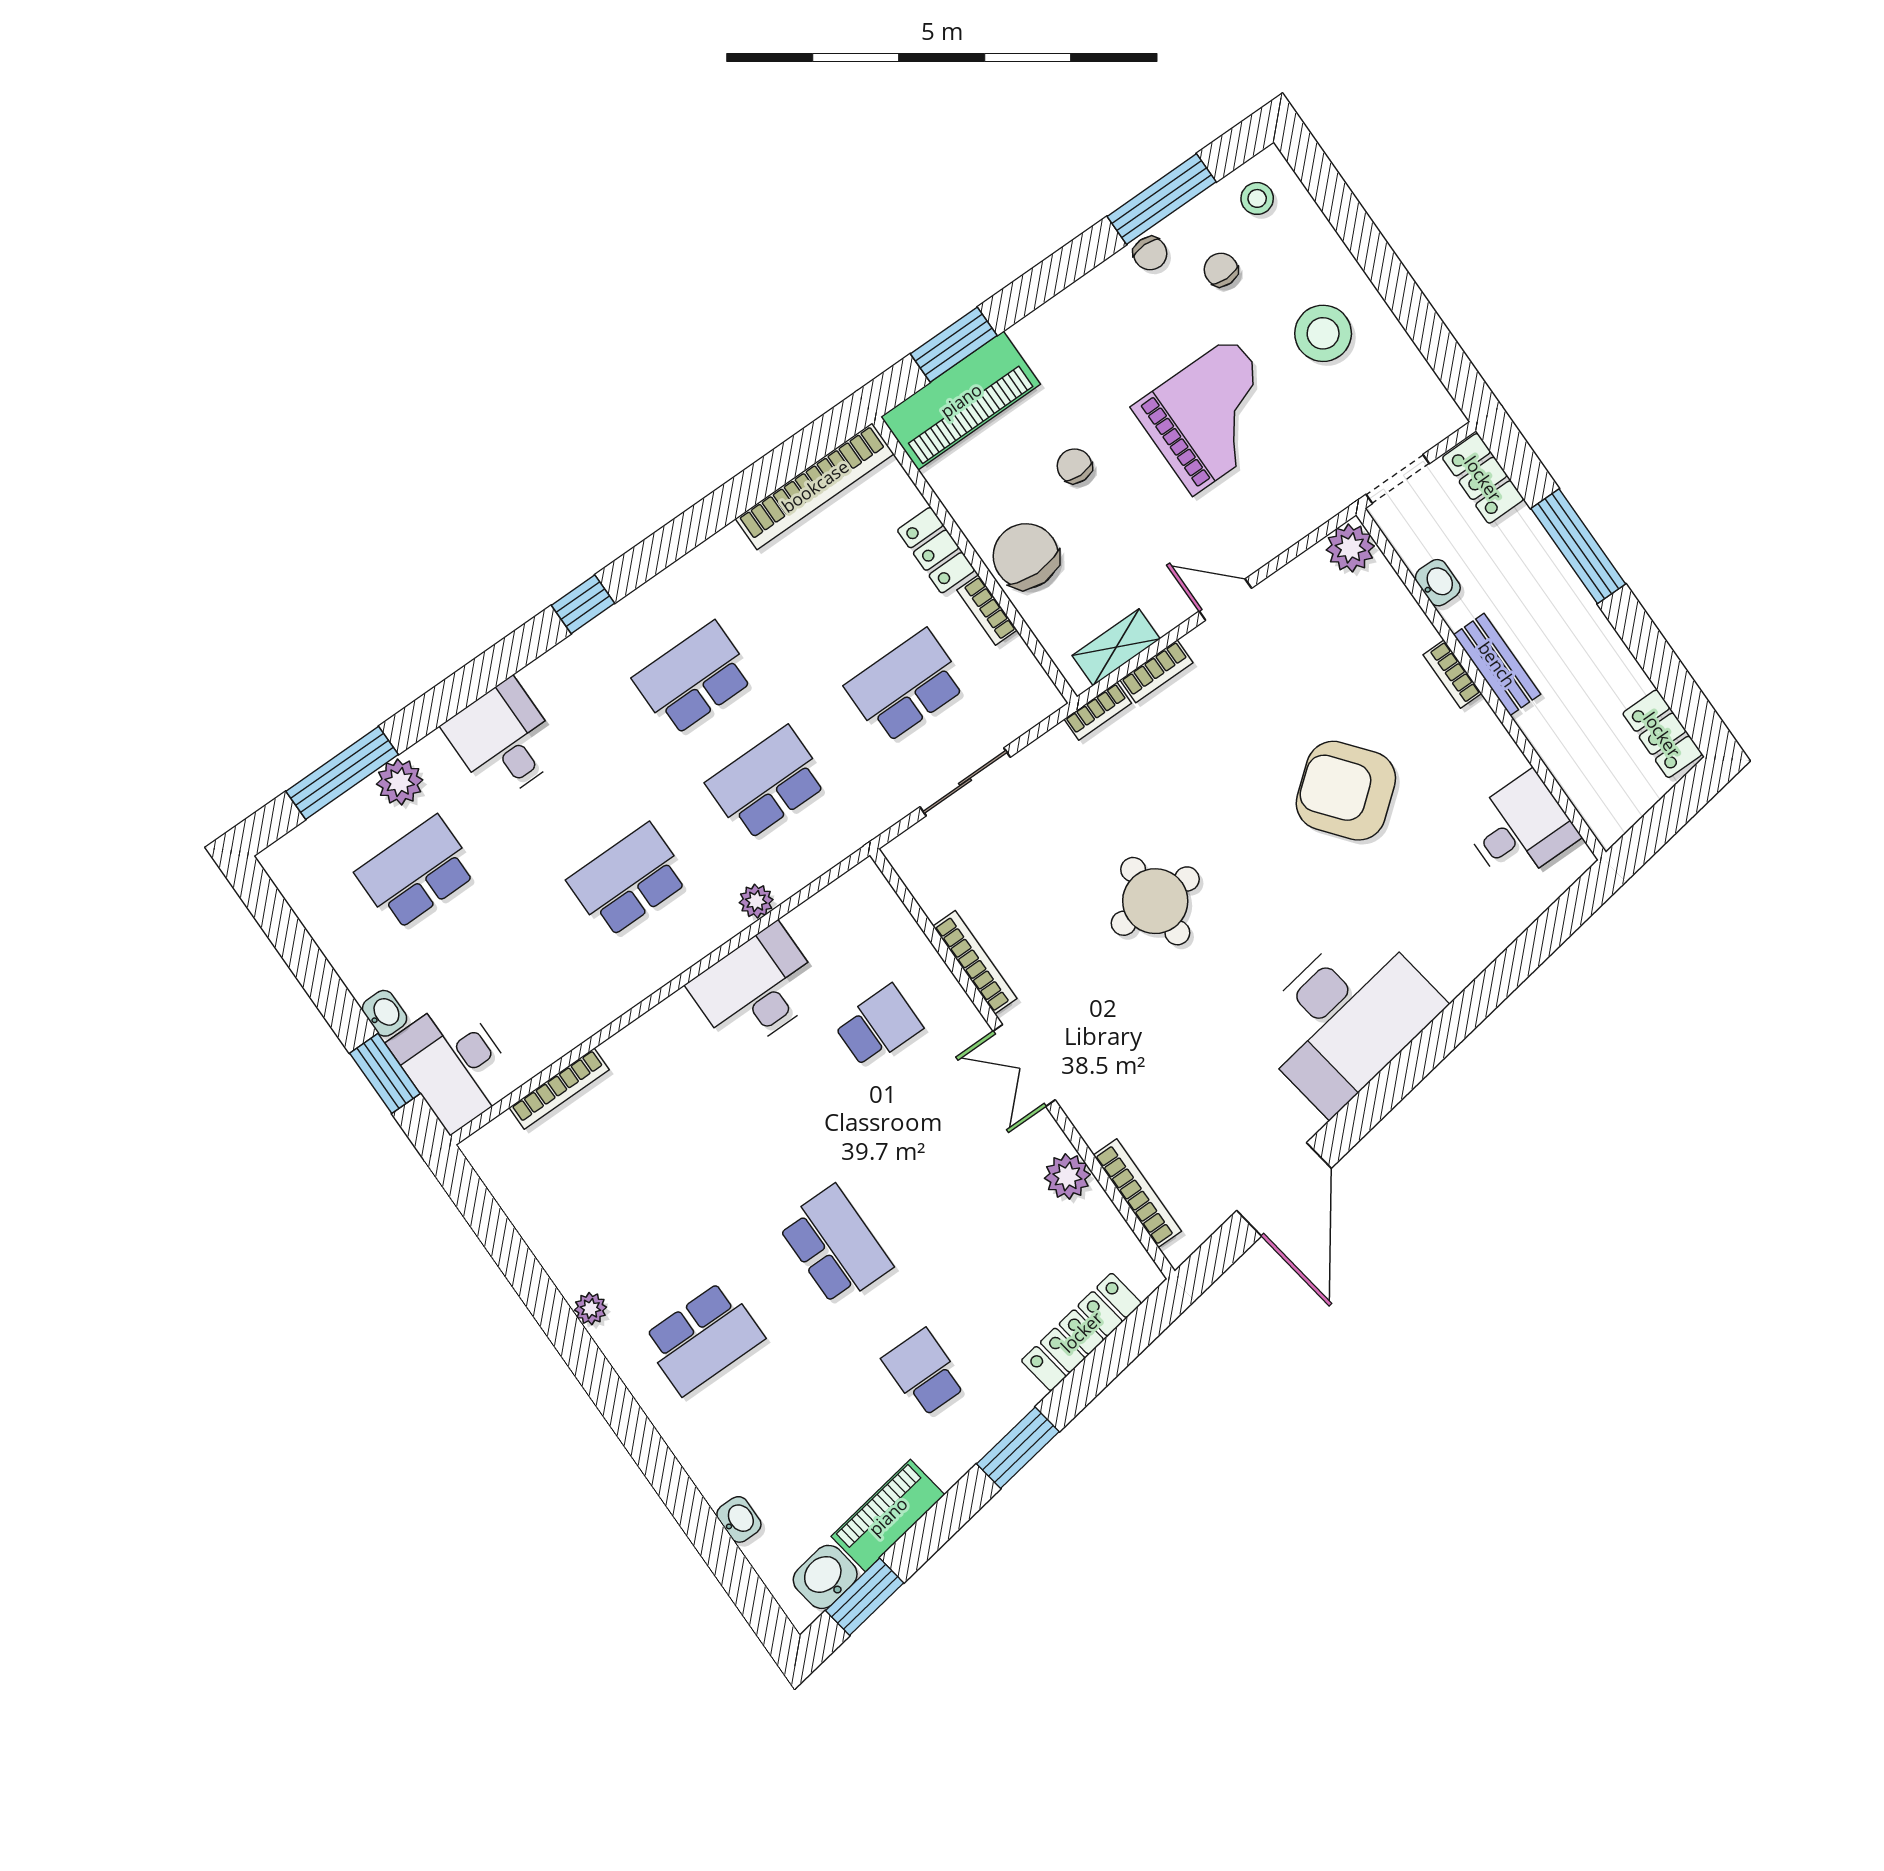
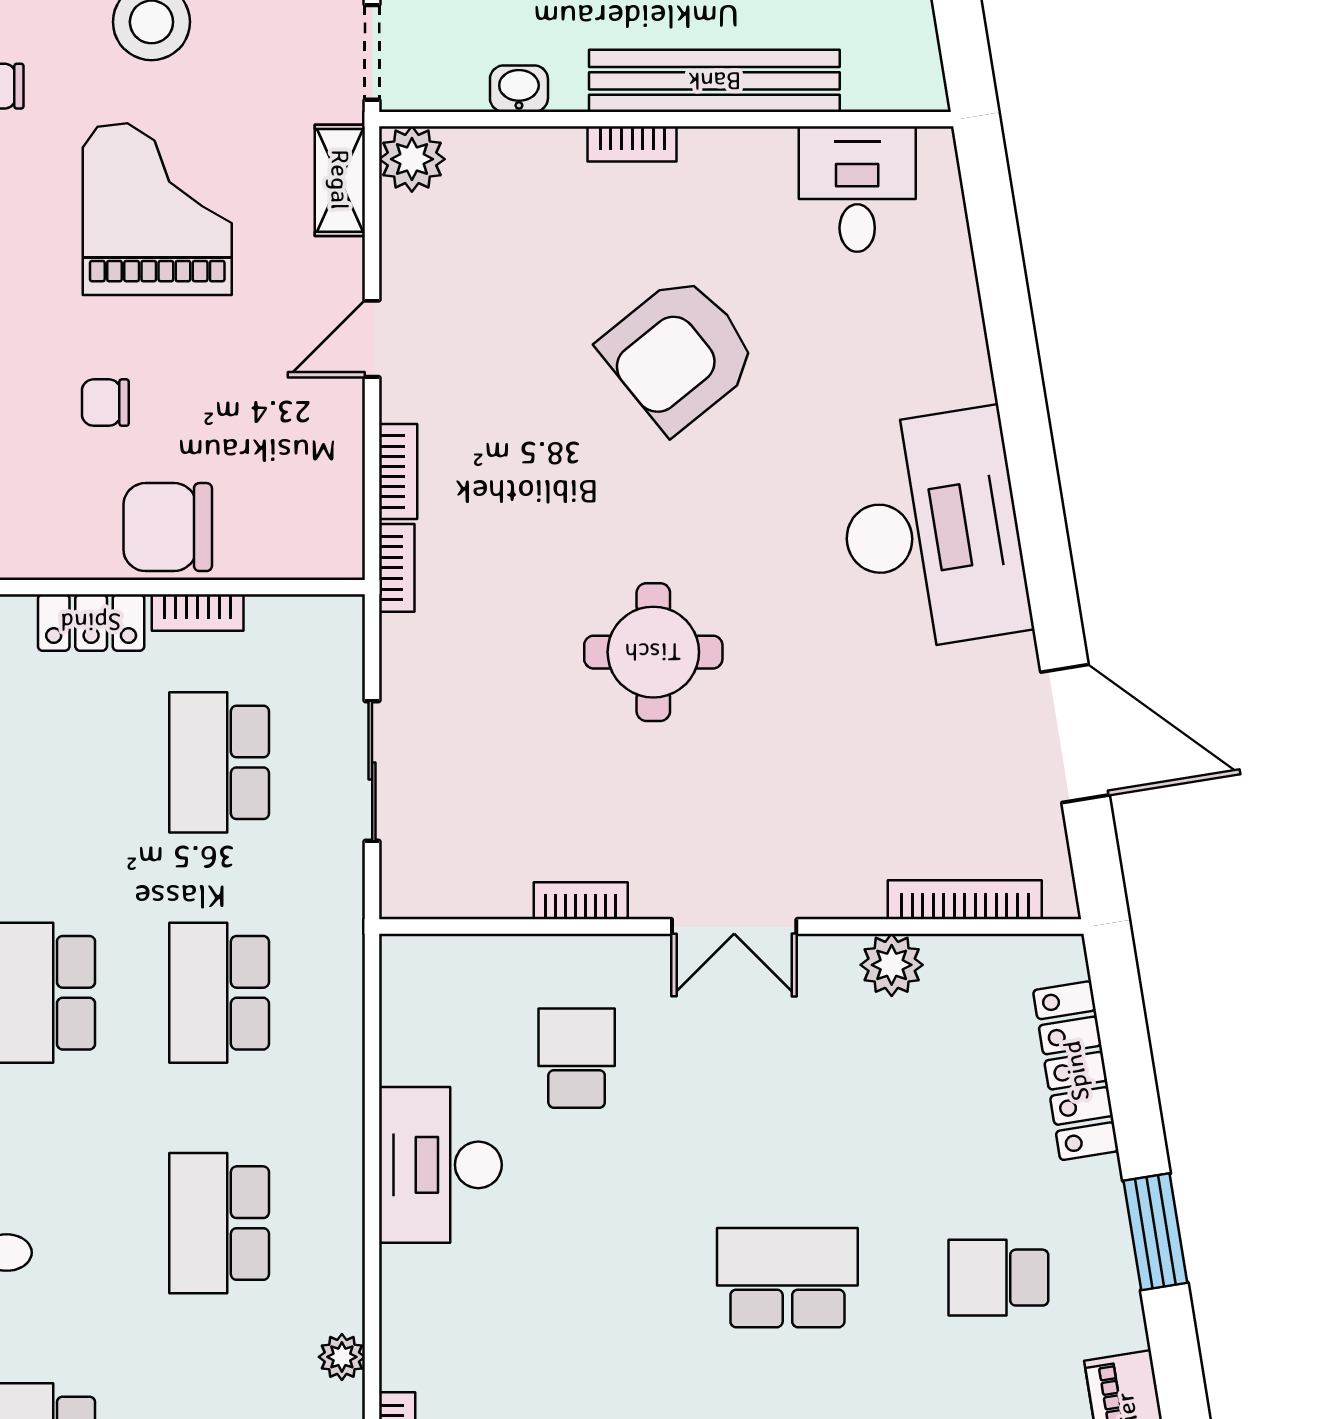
shelving: (1116, 647) -> (340, 180), moved
bench: (1497, 664) -> (714, 81), width x1.86, depth x1.21
plant: (756, 901) -> (342, 1357), moved
bookcase: (975, 962) -> (581, 901), width x0.64

